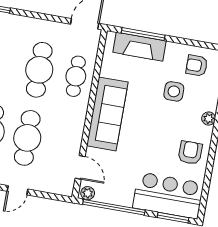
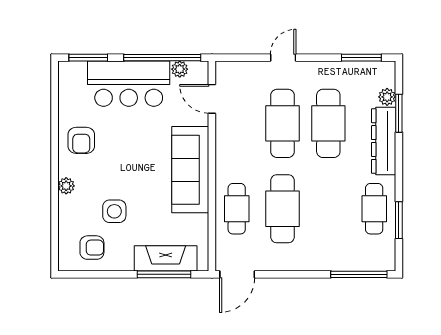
plant: (88, 193) -> (180, 69), moved
bar counter: (168, 195) -> (129, 84), moved

